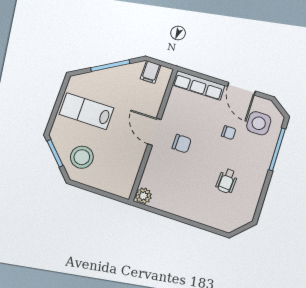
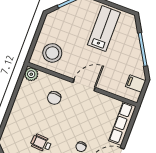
chair: (182, 144) -> (54, 98), moved
stool: (82, 157) -> (52, 53), moved

